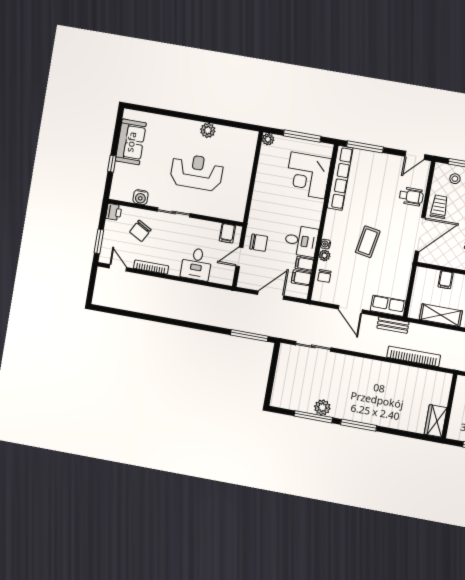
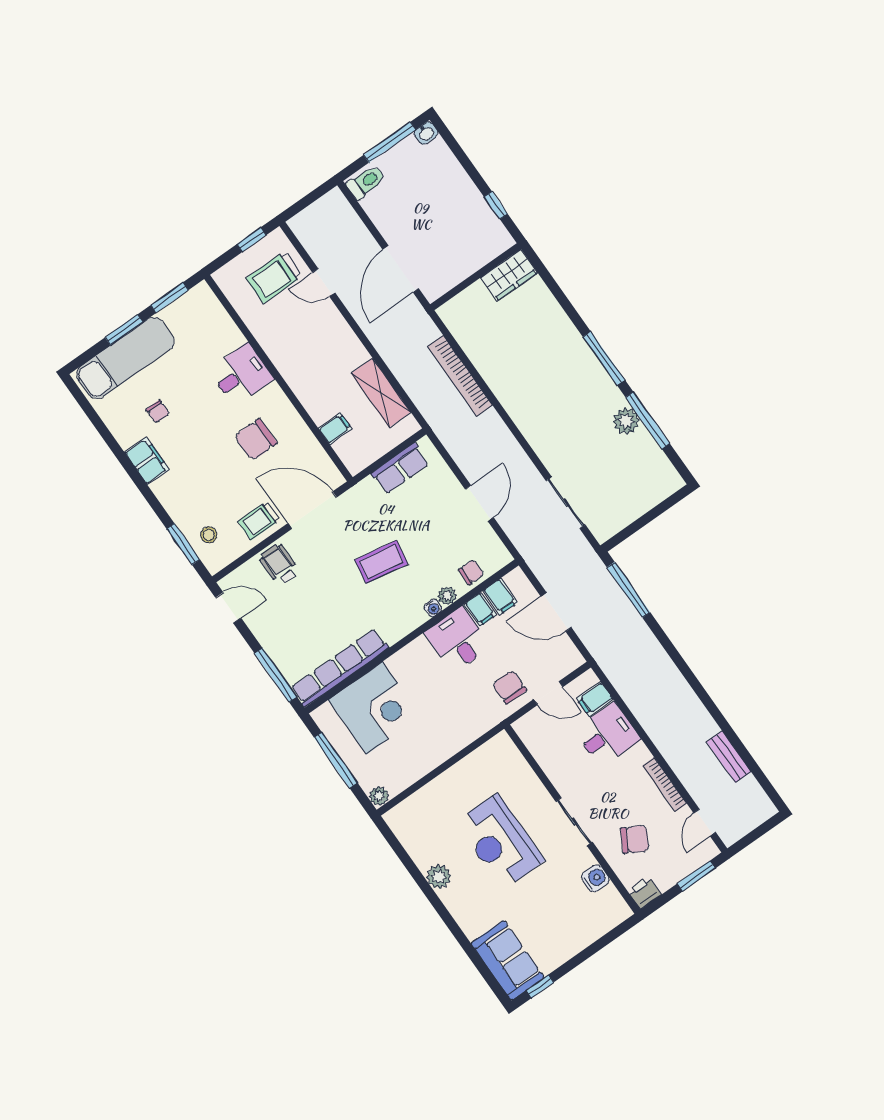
sofa: (131, 142) -> (508, 960), moved, turned 90
window: (112, 164) -> (540, 986), moved
filing cabinet: (227, 233) -> (595, 699), moved, turned 180
row of seats: (388, 306) -> (400, 469), moved, turned -90
bench: (393, 325) -> (729, 757), moved

